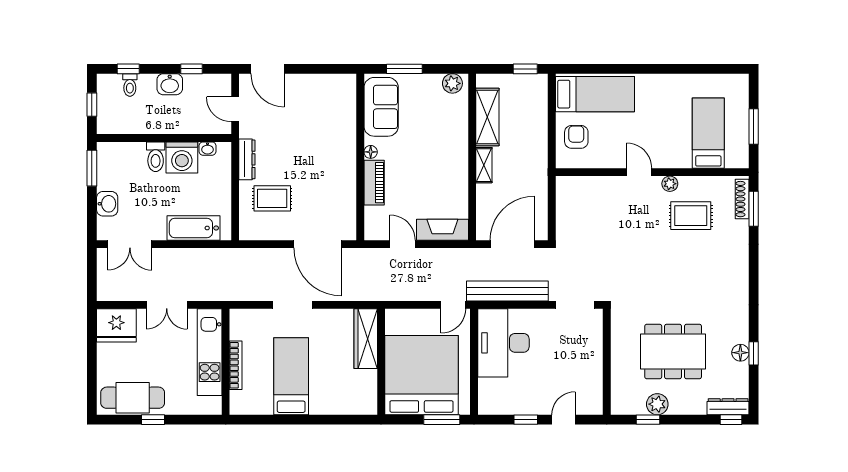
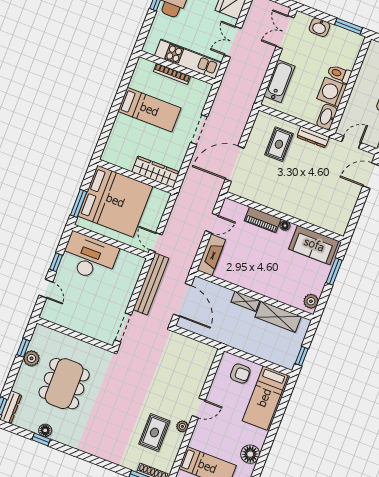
floor lamp: (672, 86) -> (250, 454), added
washbasin: (207, 149) -> (327, 117), width x1.91, depth x1.45
desk: (503, 343) -> (89, 257), moved

